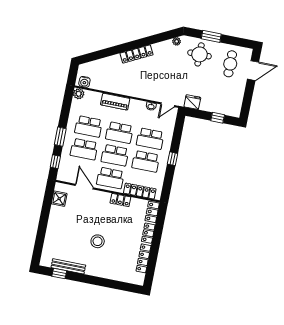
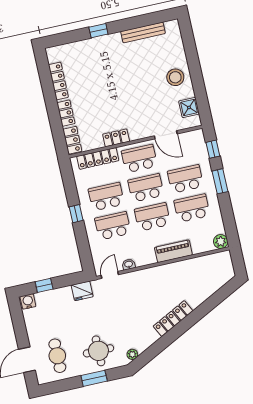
water cooler: (84, 82) -> (28, 301), moved
stool: (98, 241) -> (175, 77), moved
window: (59, 274) -> (98, 31), moved

